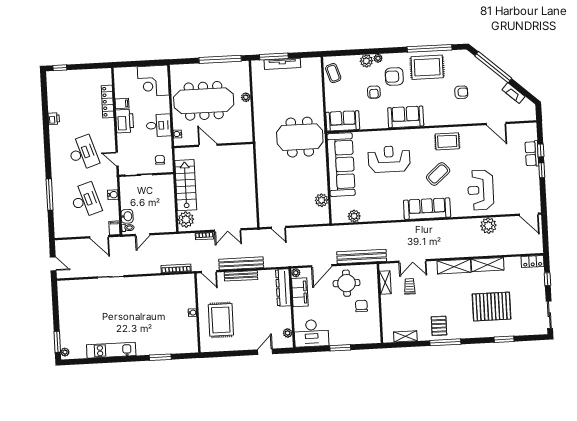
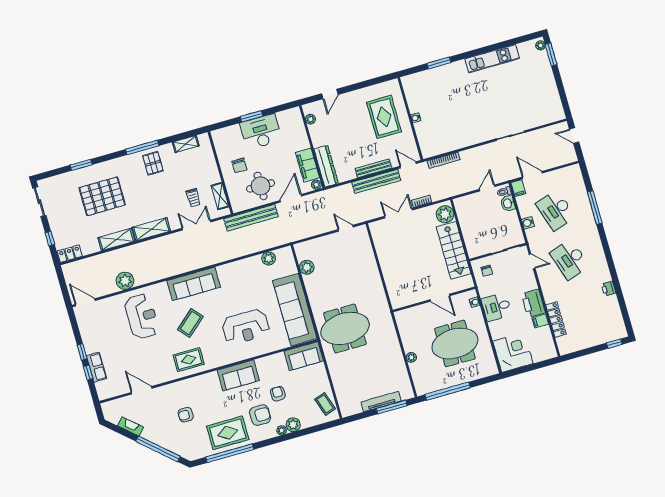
meeting table: (204, 101) -> (455, 344), width x0.73
desk: (311, 333) -> (261, 132), moved

